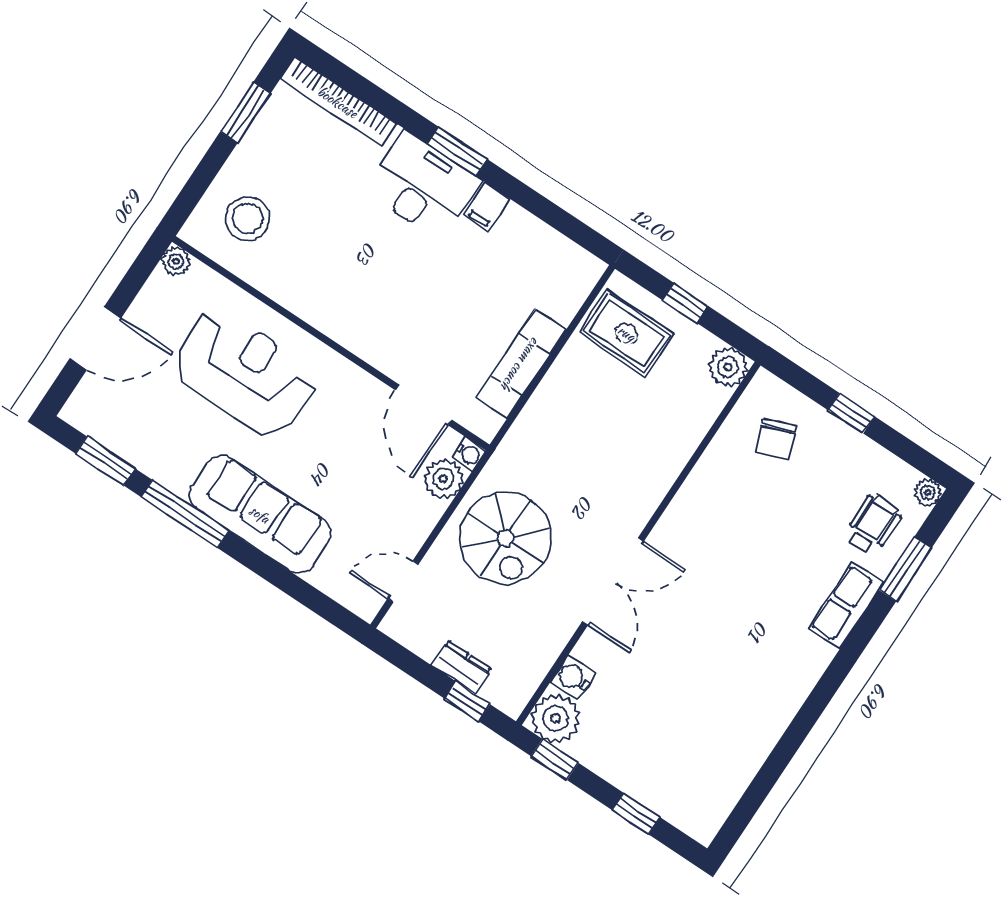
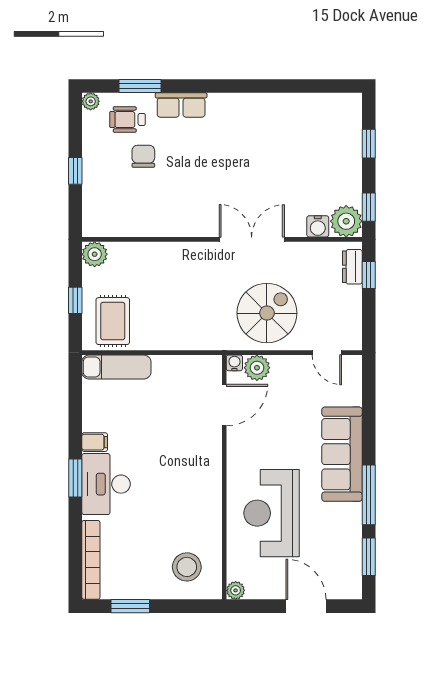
exam couch: (521, 364) -> (116, 367), moved
chair: (776, 439) -> (143, 156), moved, turned -70
dresser: (462, 667) -> (352, 267), moved

